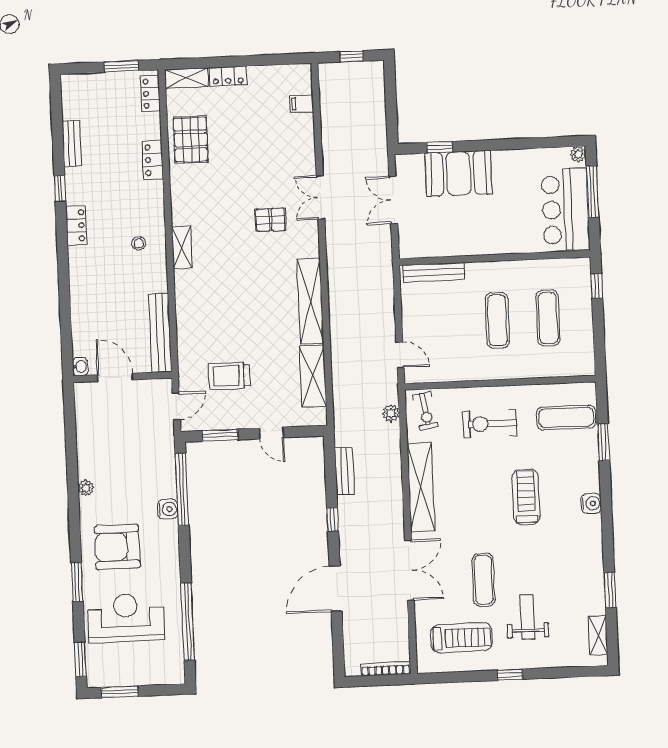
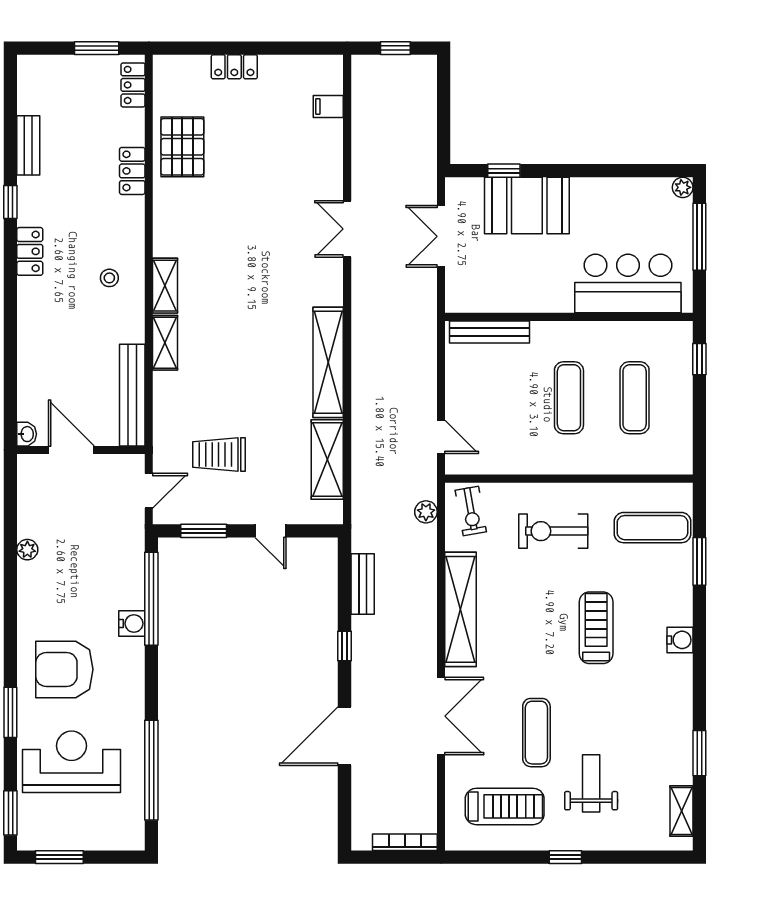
shelving: (187, 78) -> (165, 343), moved, turned 90
bar counter: (566, 209) -> (628, 283), moved, turned 90
pallet: (271, 220) -> (281, 255), removed
plant: (86, 488) -> (27, 550), moved

